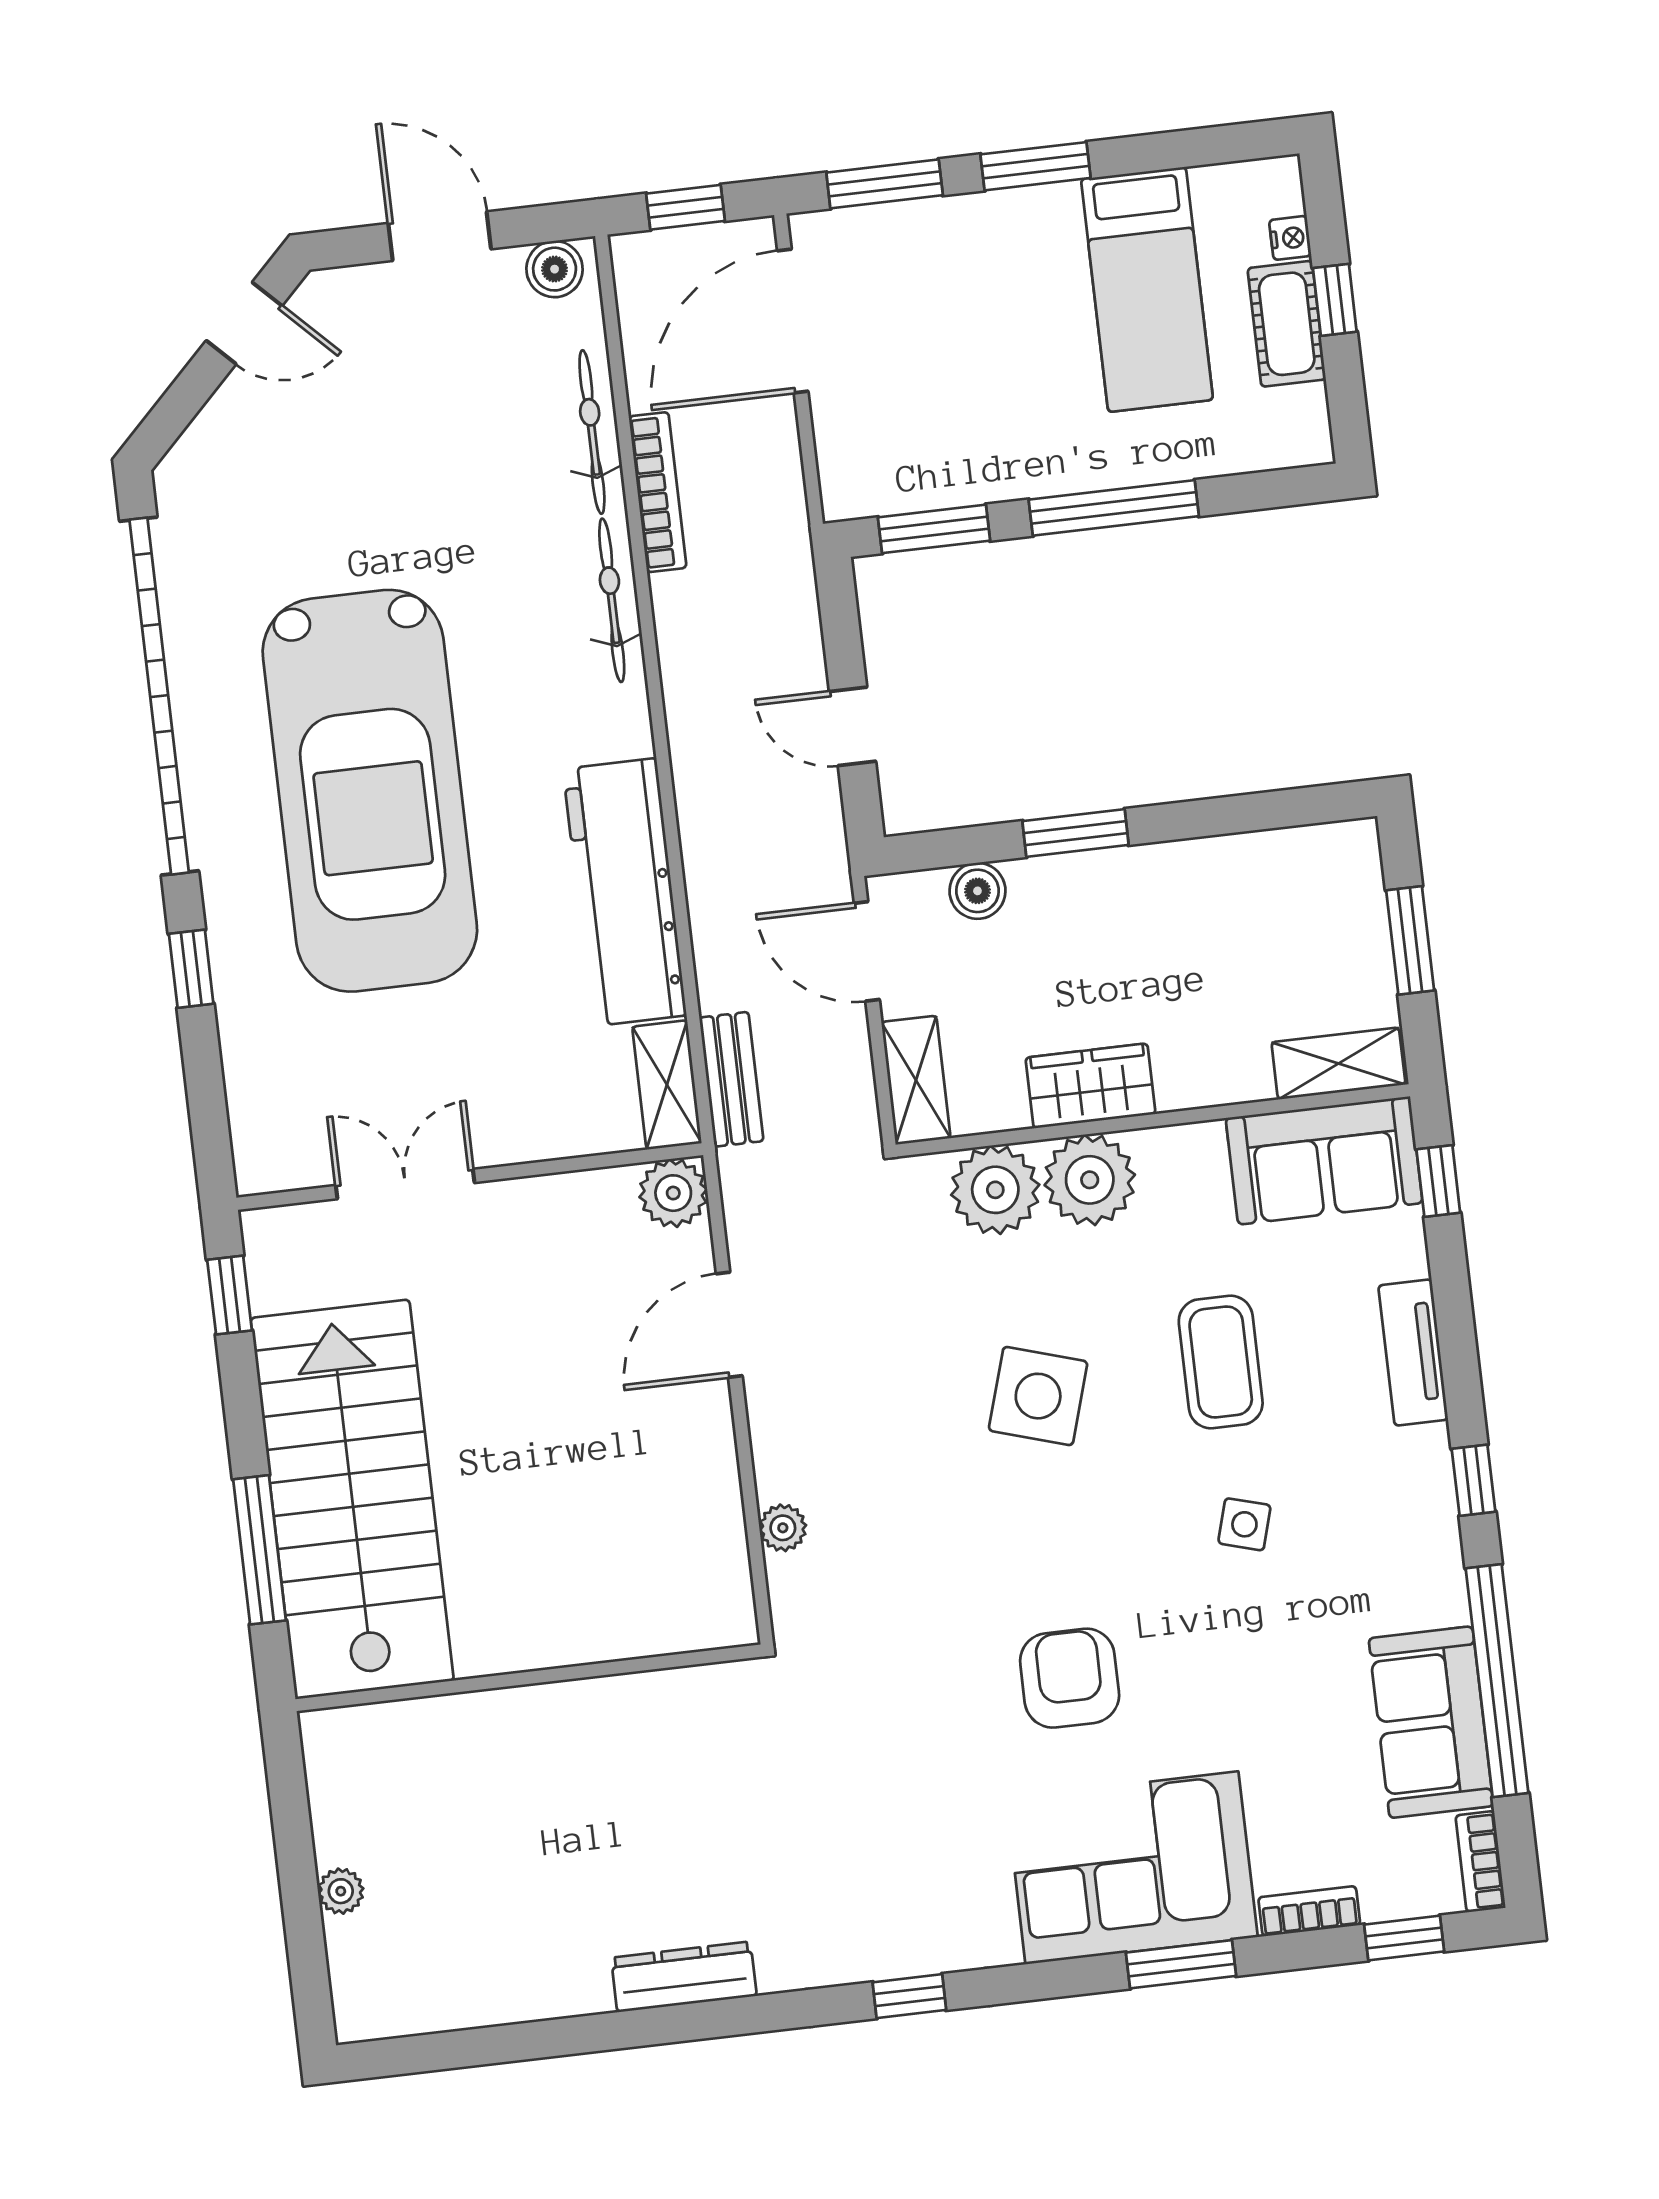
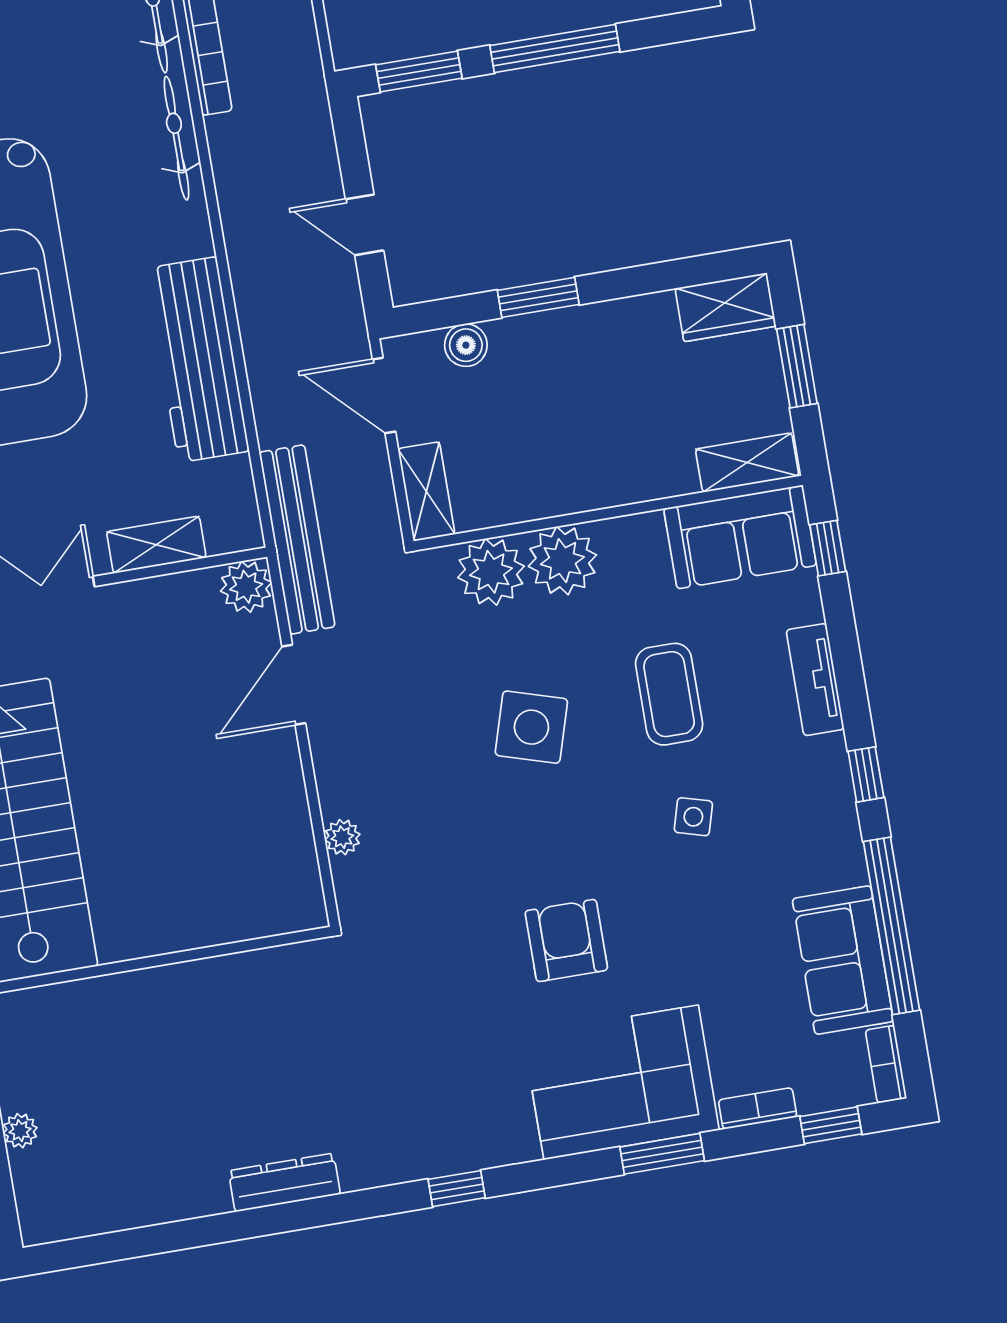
bench: (731, 1079) -> (297, 539), width x1.86, depth x1.21
shelving: (667, 1085) -> (156, 545), moved, turned 90
wardrobe: (1090, 1086) -> (725, 307), moved, turned 180

